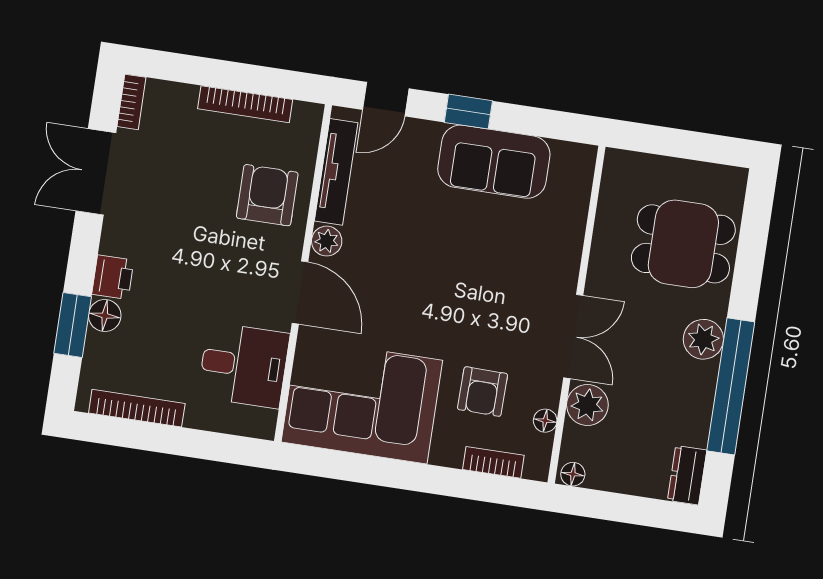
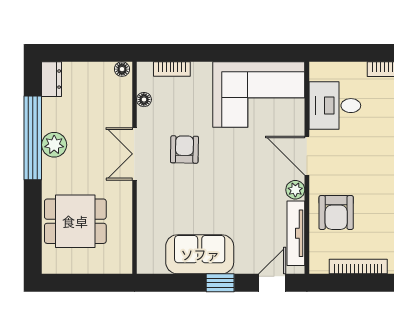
plant: (703, 339) -> (54, 145), moved
armchair: (483, 392) -> (184, 149), moved
plant: (587, 405) -> (119, 113), removed

